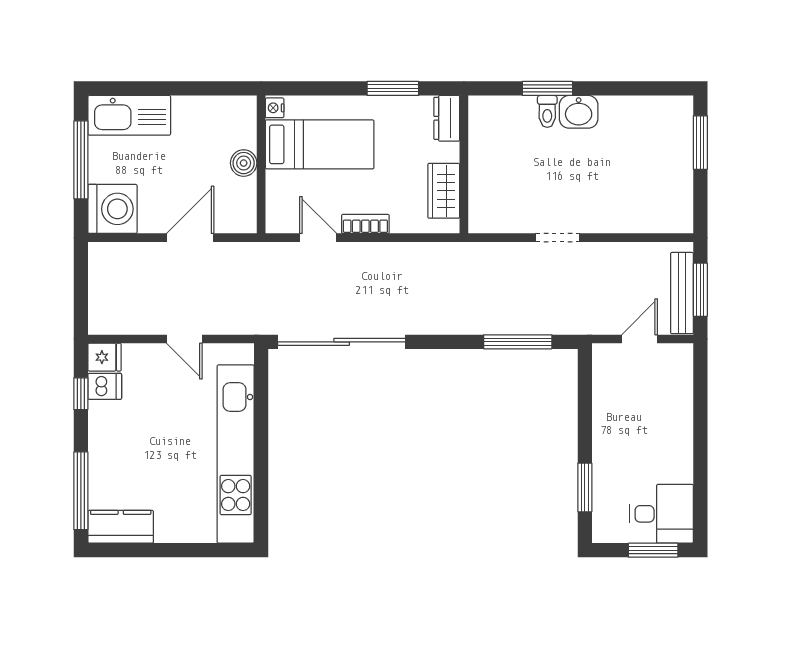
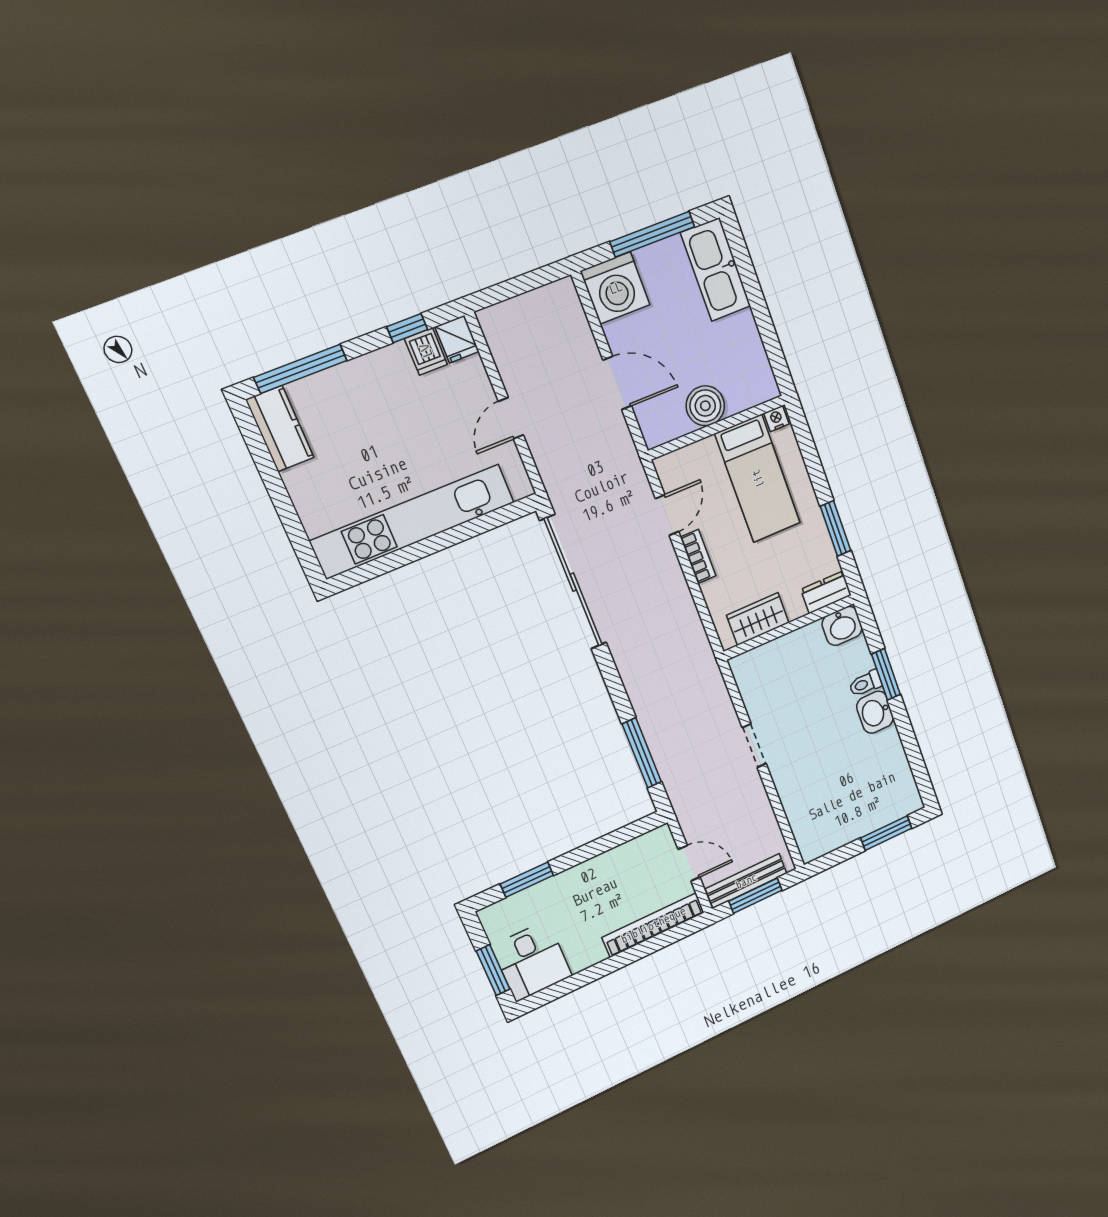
washbasin: (484, 114) -> (842, 626), added
boiler: (244, 163) -> (705, 406), width x1.36, depth x1.36
bookcase: (682, 394) -> (653, 925), added

